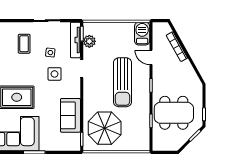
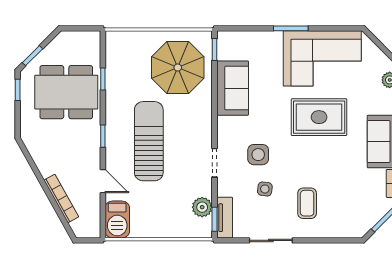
tv unit: (75, 40) -> (225, 218), width x0.71

